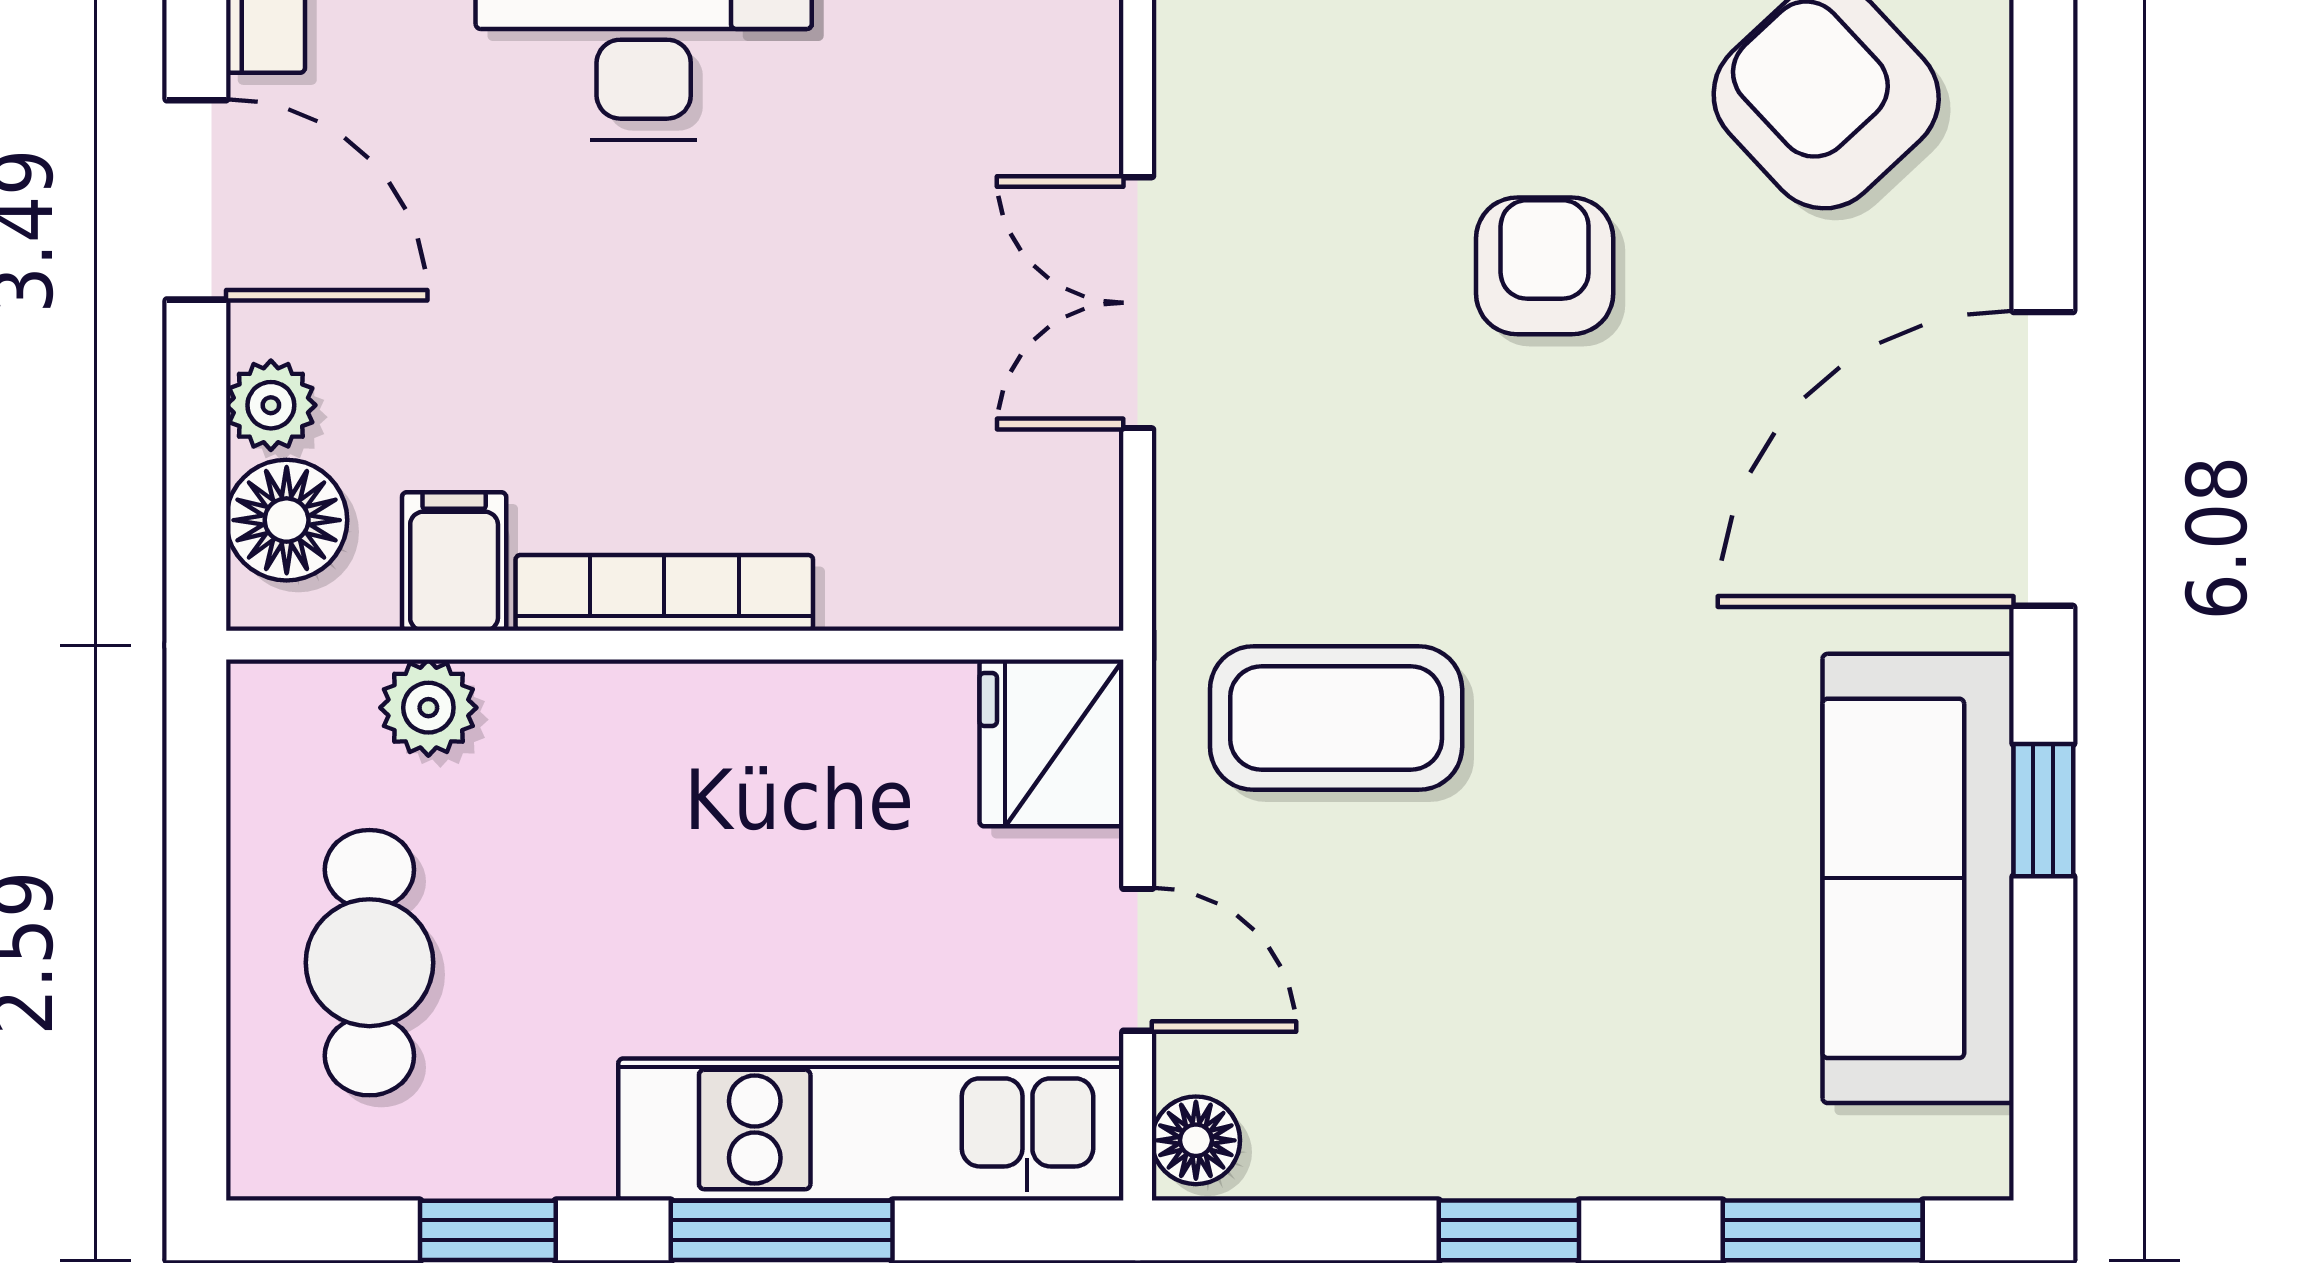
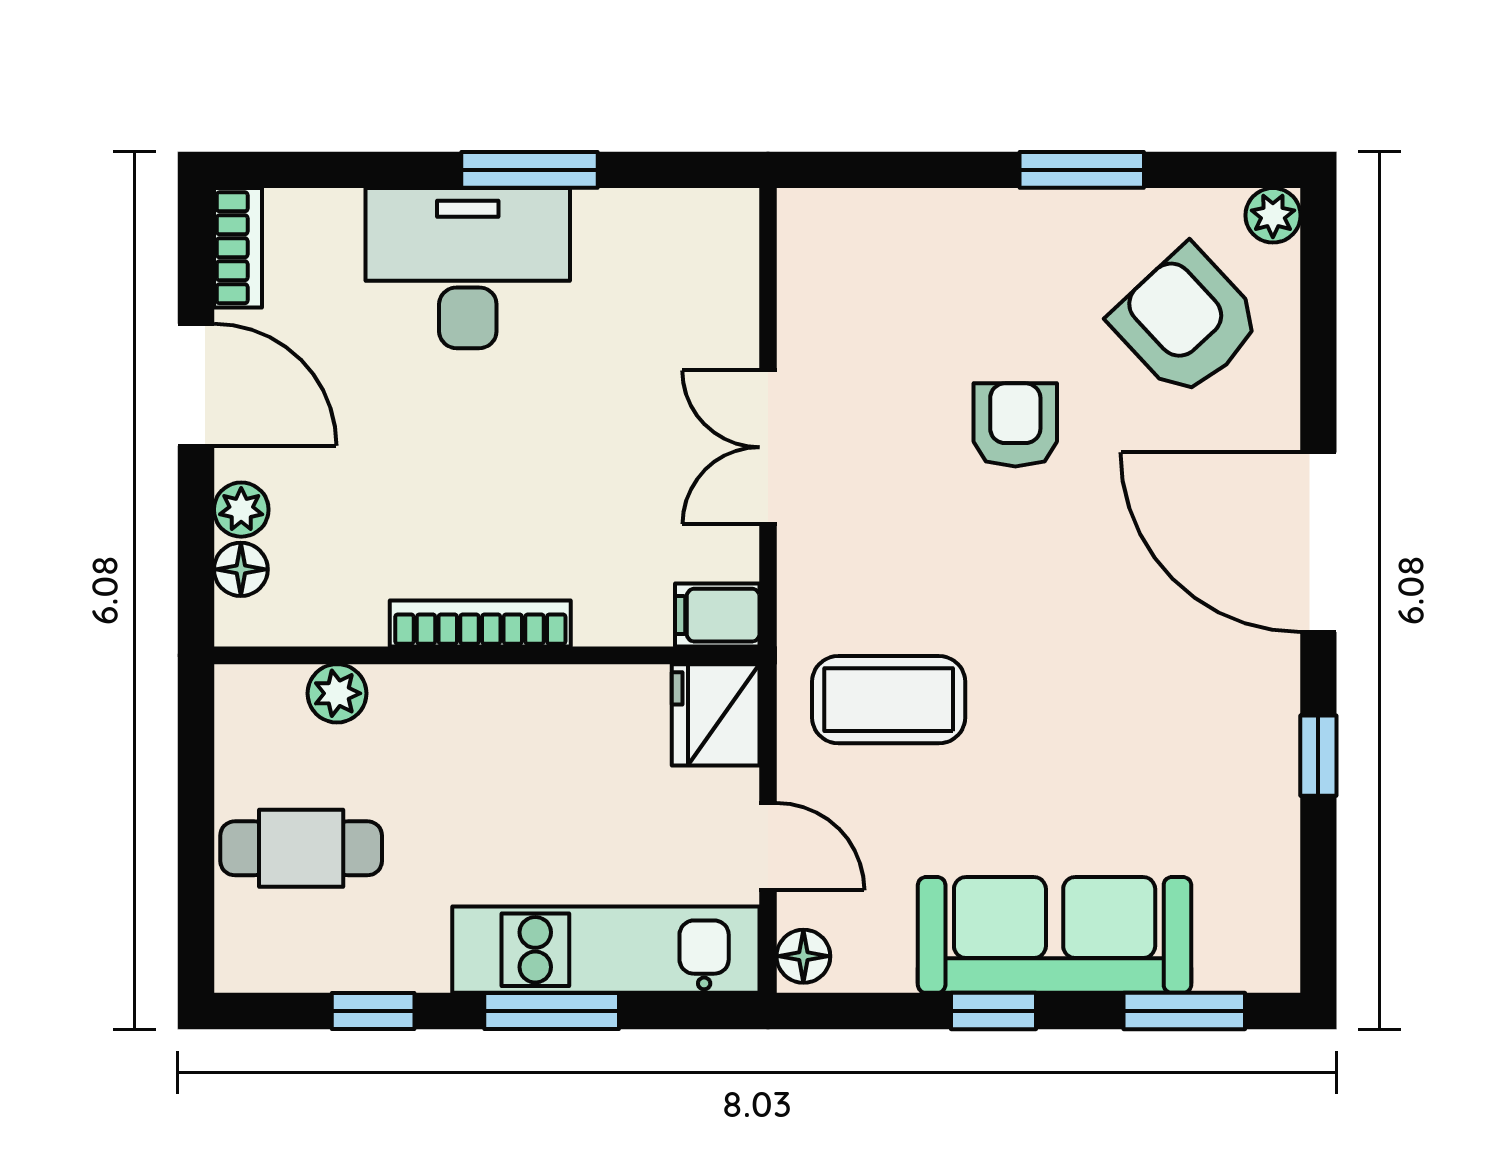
door: (2043, 459) -> (1318, 542), hinge flipped
floor lamp: (287, 520) -> (241, 569), width x0.73, depth x0.73
filing cabinet: (454, 562) -> (717, 615), moved, turned -90
sofa: (1918, 878) -> (1055, 935), moved, turned 90
cafe table: (369, 963) -> (301, 848), turned 90

